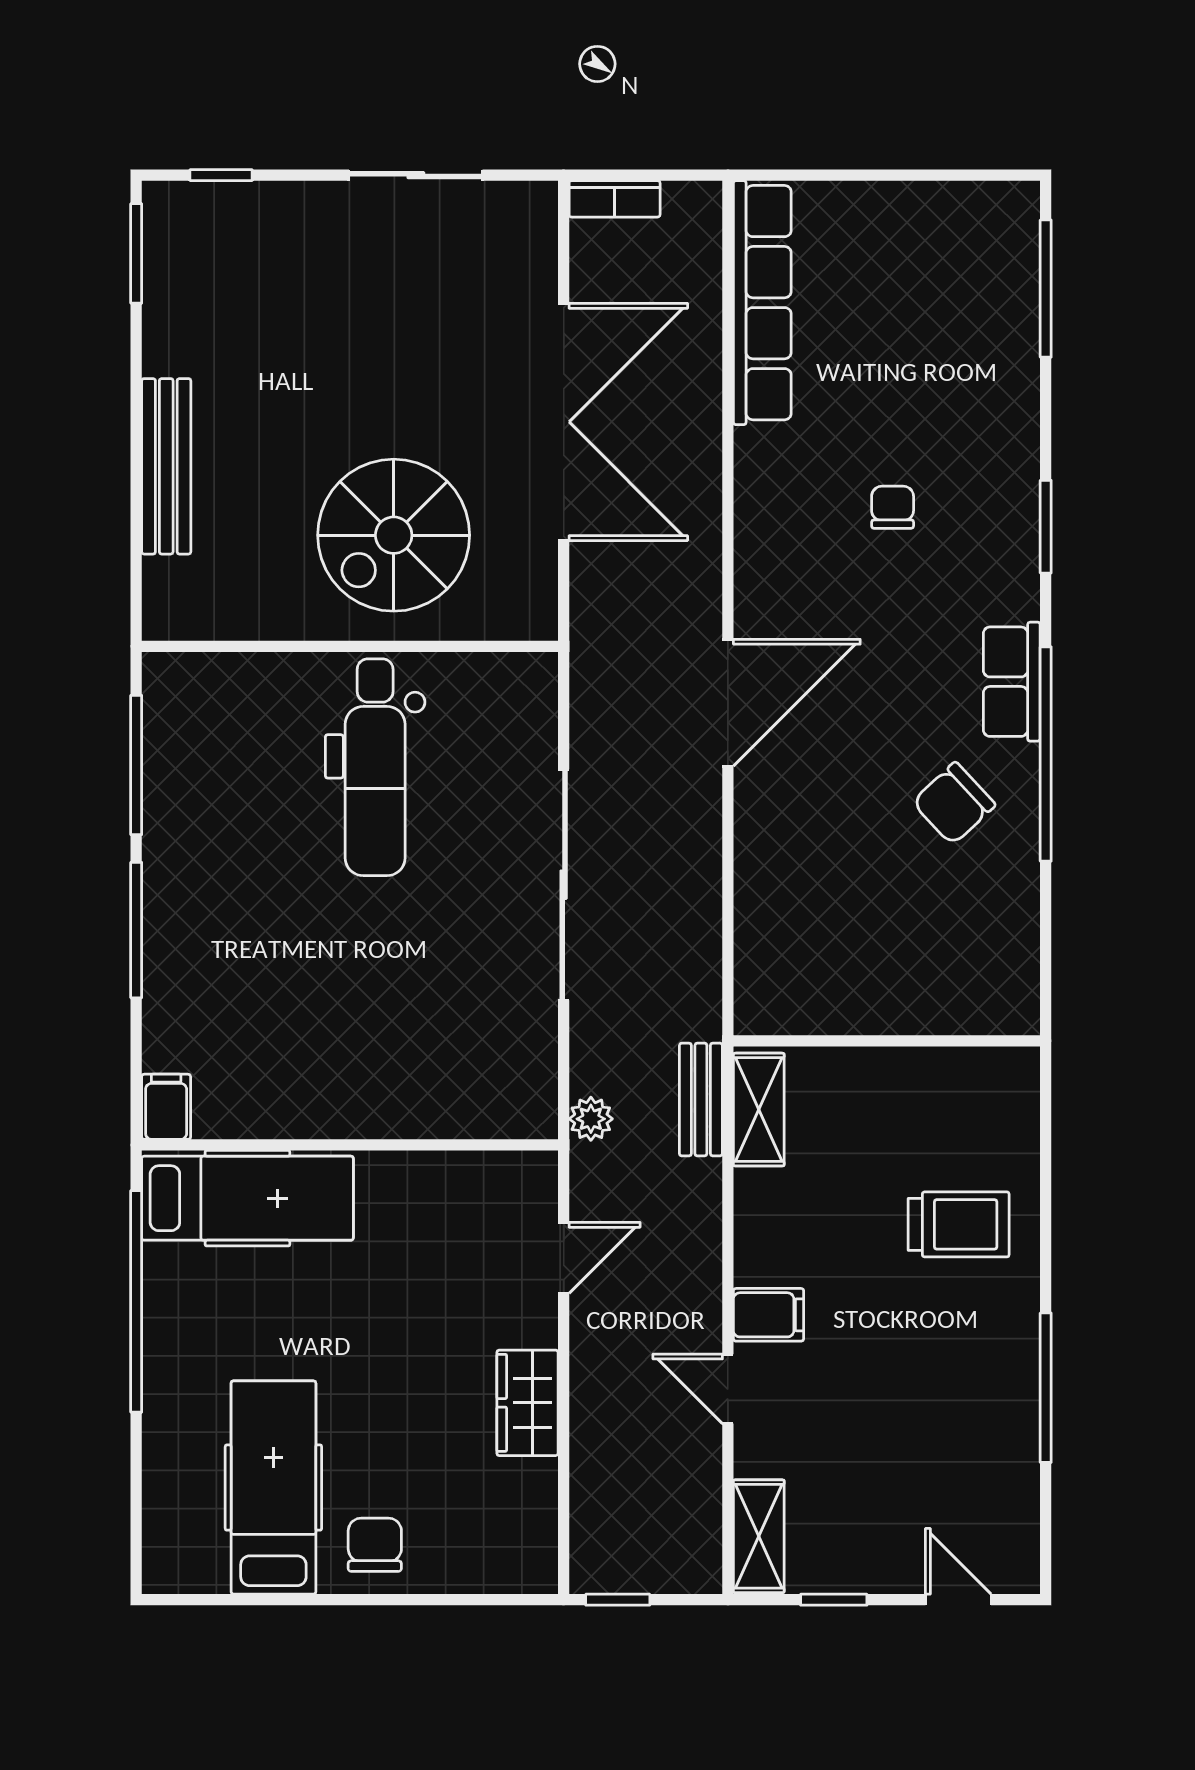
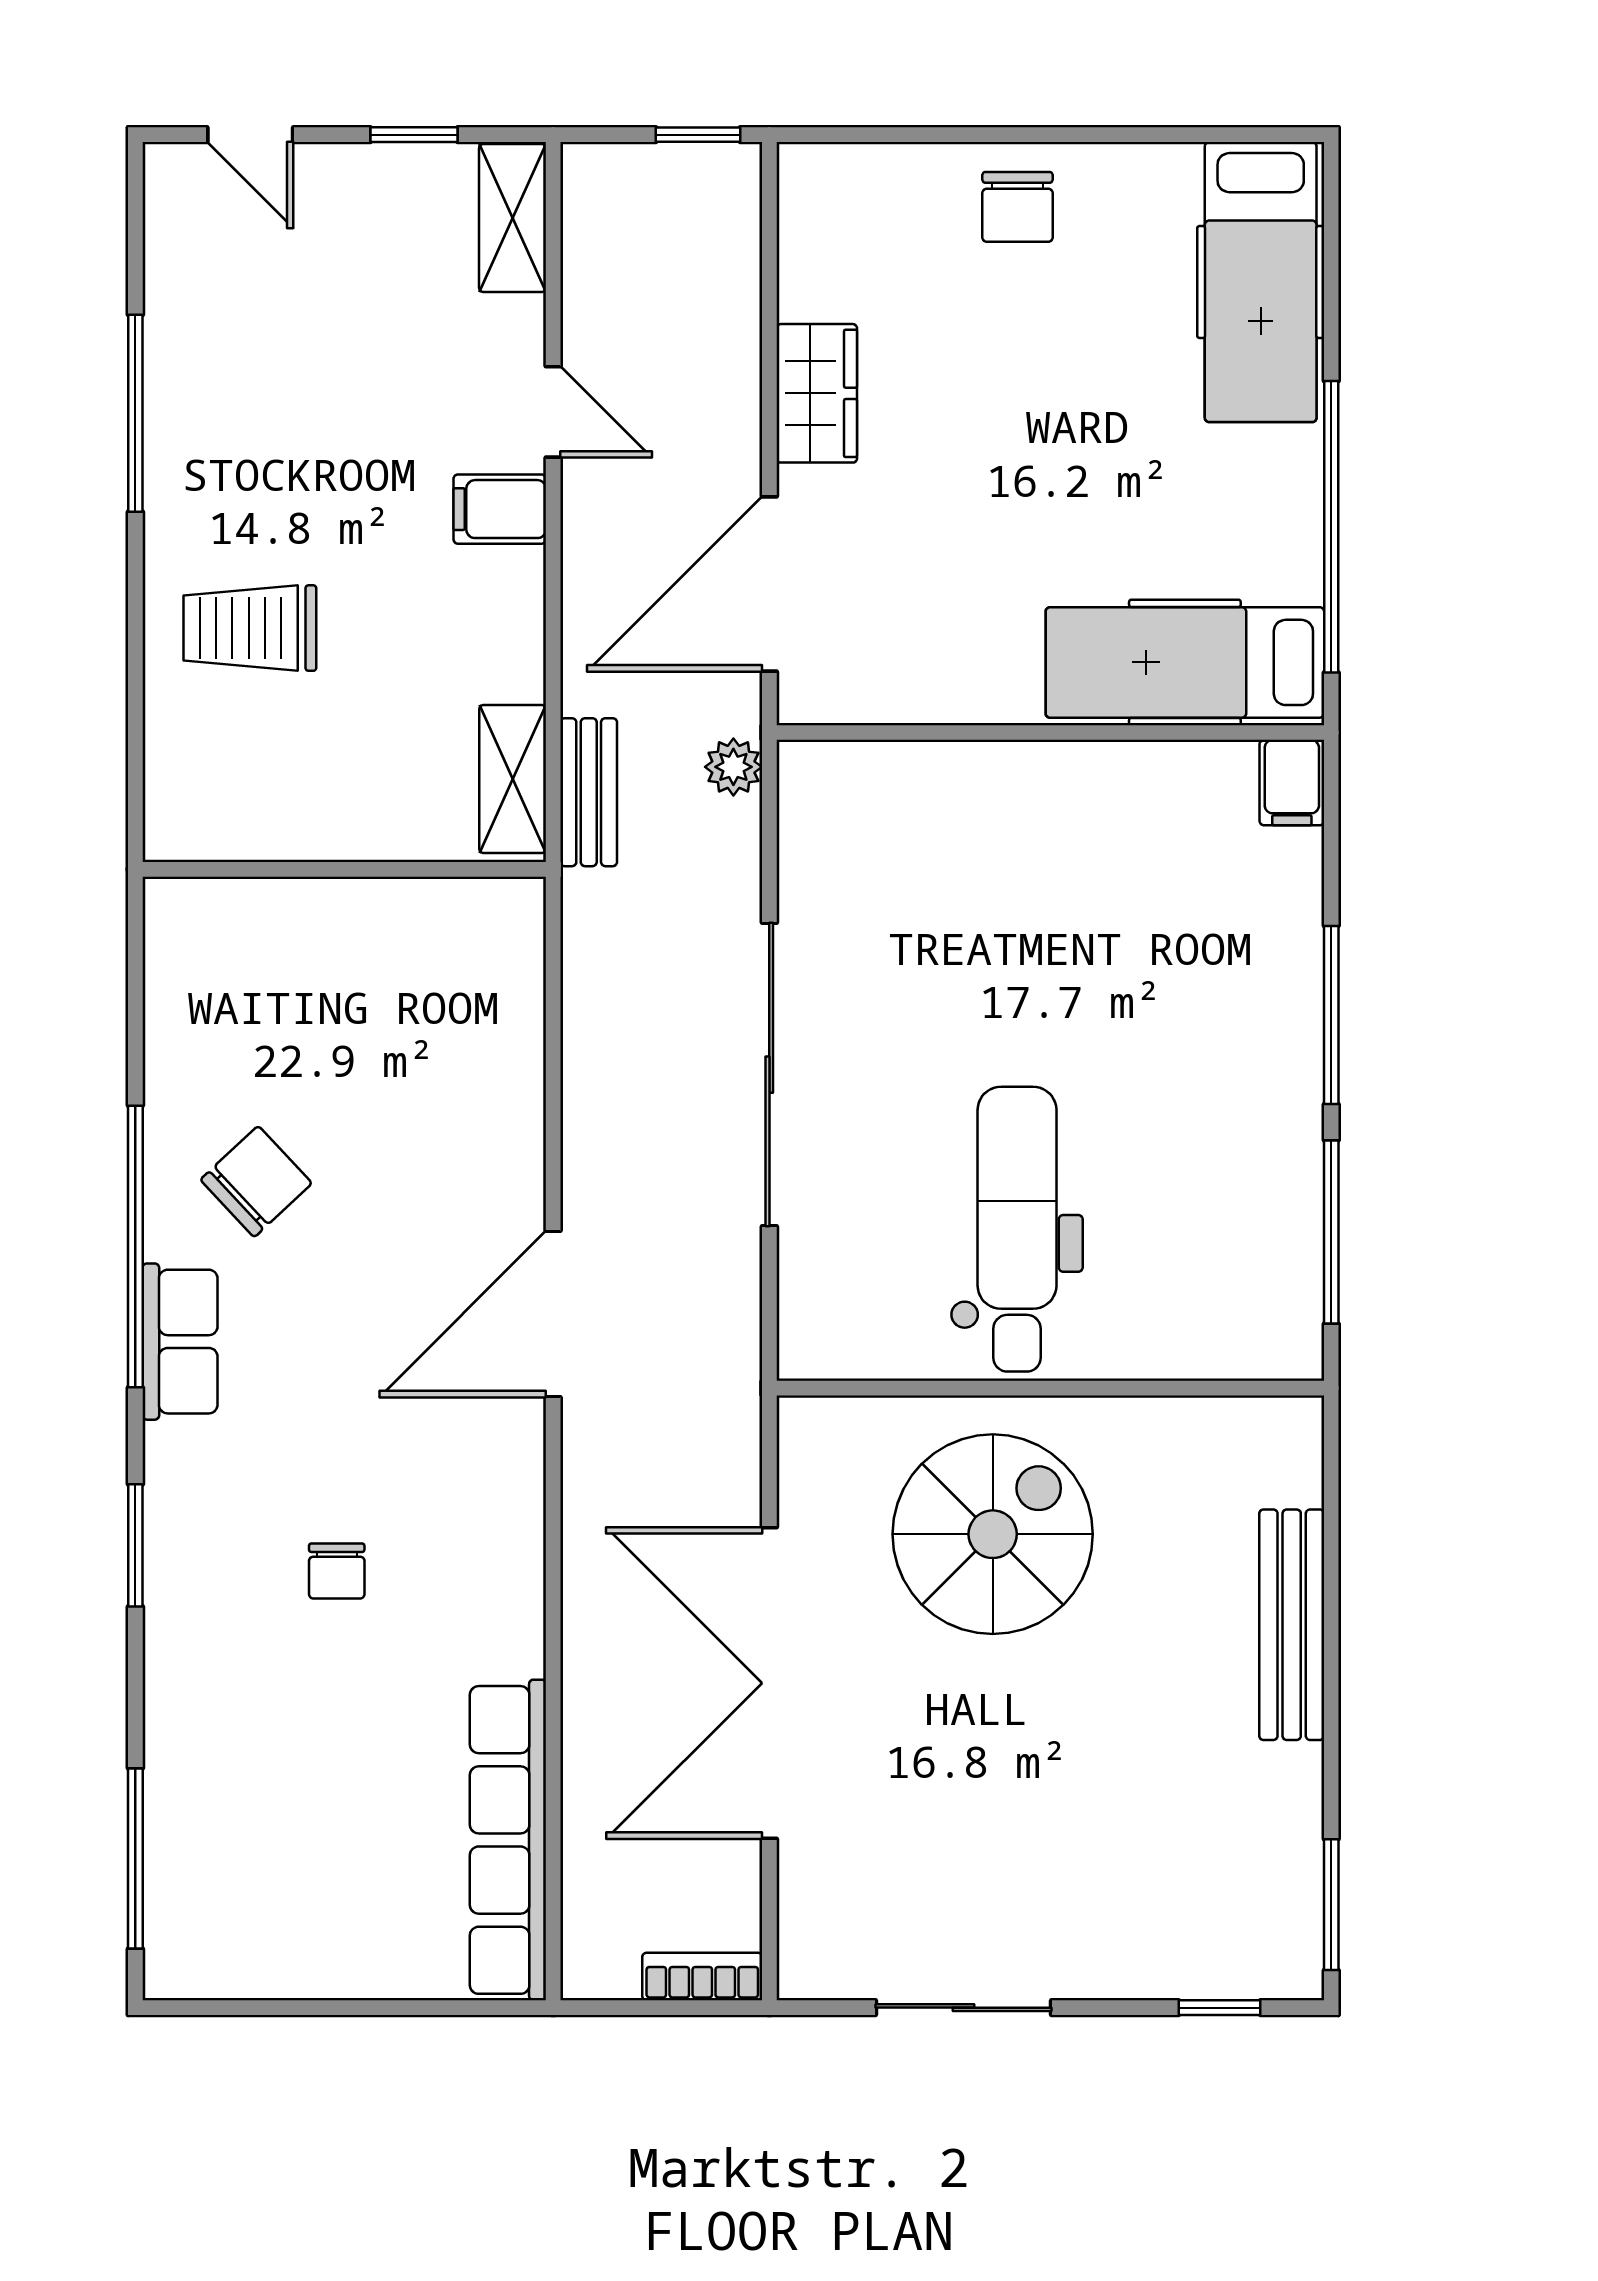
door: (564, 1258) -> (769, 584), width x1.88
hospital bed: (273, 1488) -> (1261, 282), moved

